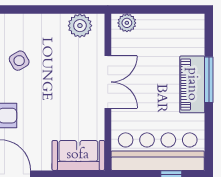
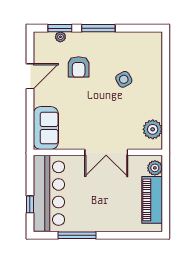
window: (209, 80) -> (77, 235), moved
piano: (192, 84) -> (152, 200), moved, turned -90

